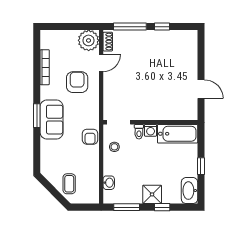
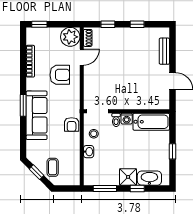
window: (55, 27) -> (39, 24), added
window: (130, 27) -> (108, 24), width x0.46
bench: (192, 56) -> (164, 51), added
armchair: (77, 82) -> (60, 75), turned 90
sofa: (52, 120) -> (37, 115), width x1.36
washbasin: (109, 183) -> (89, 152), moved
window: (51, 189) -> (36, 172), added
washbasin: (189, 191) -> (149, 178), moved, turned 90

